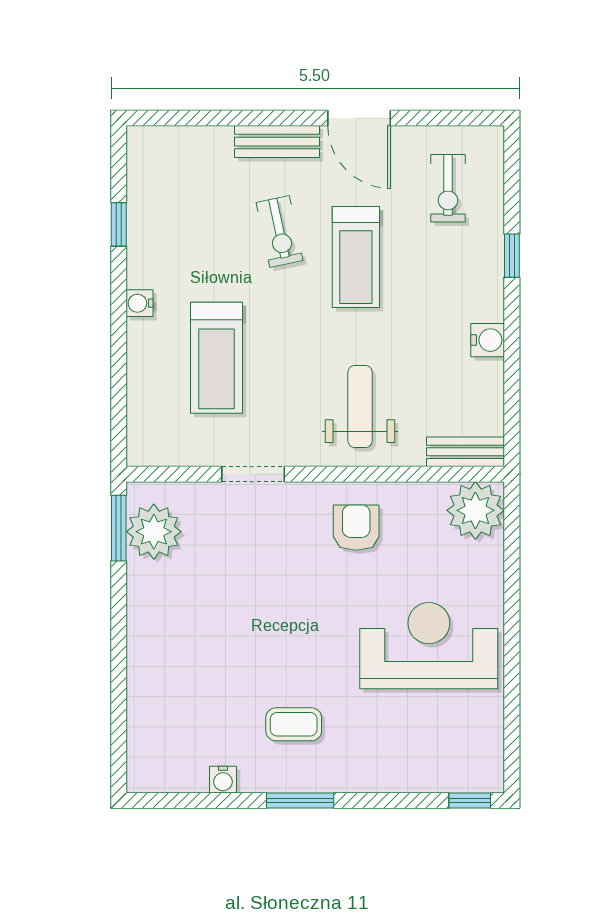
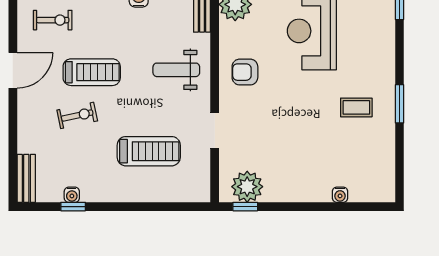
bench: (277, 142) -> (26, 178), moved
water cooler: (140, 303) -> (72, 195), moved
window: (119, 528) -> (245, 207), width x0.67
coffee table: (294, 724) -> (356, 107), turned 90
water cooler: (223, 780) -> (340, 195), moved, turned 90

